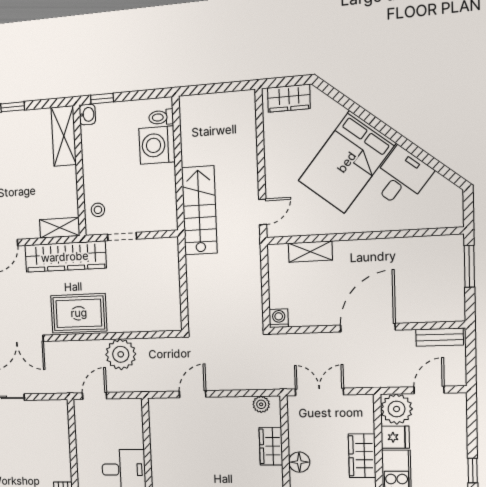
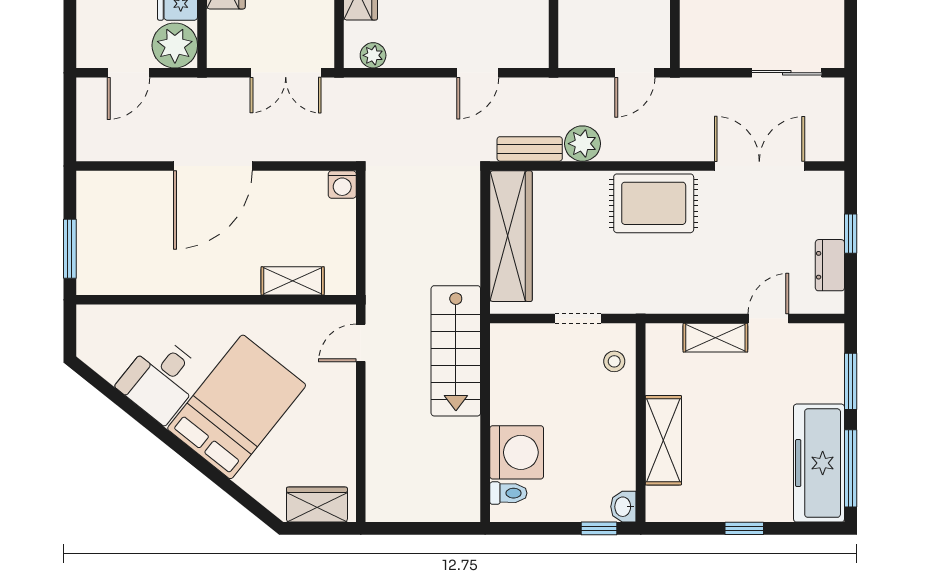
shelving: (64, 136) -> (663, 440), moved
shelving: (60, 228) -> (715, 338), moved
wardrobe: (65, 257) -> (511, 236), moved, turned 90
bench: (440, 337) -> (530, 149), moved
plant: (121, 354) -> (582, 144), width x0.73, depth x0.73

